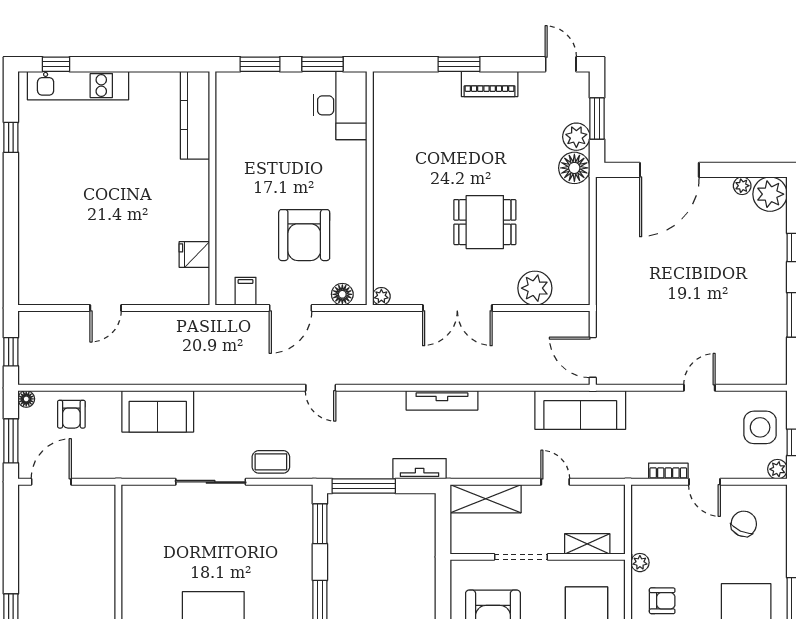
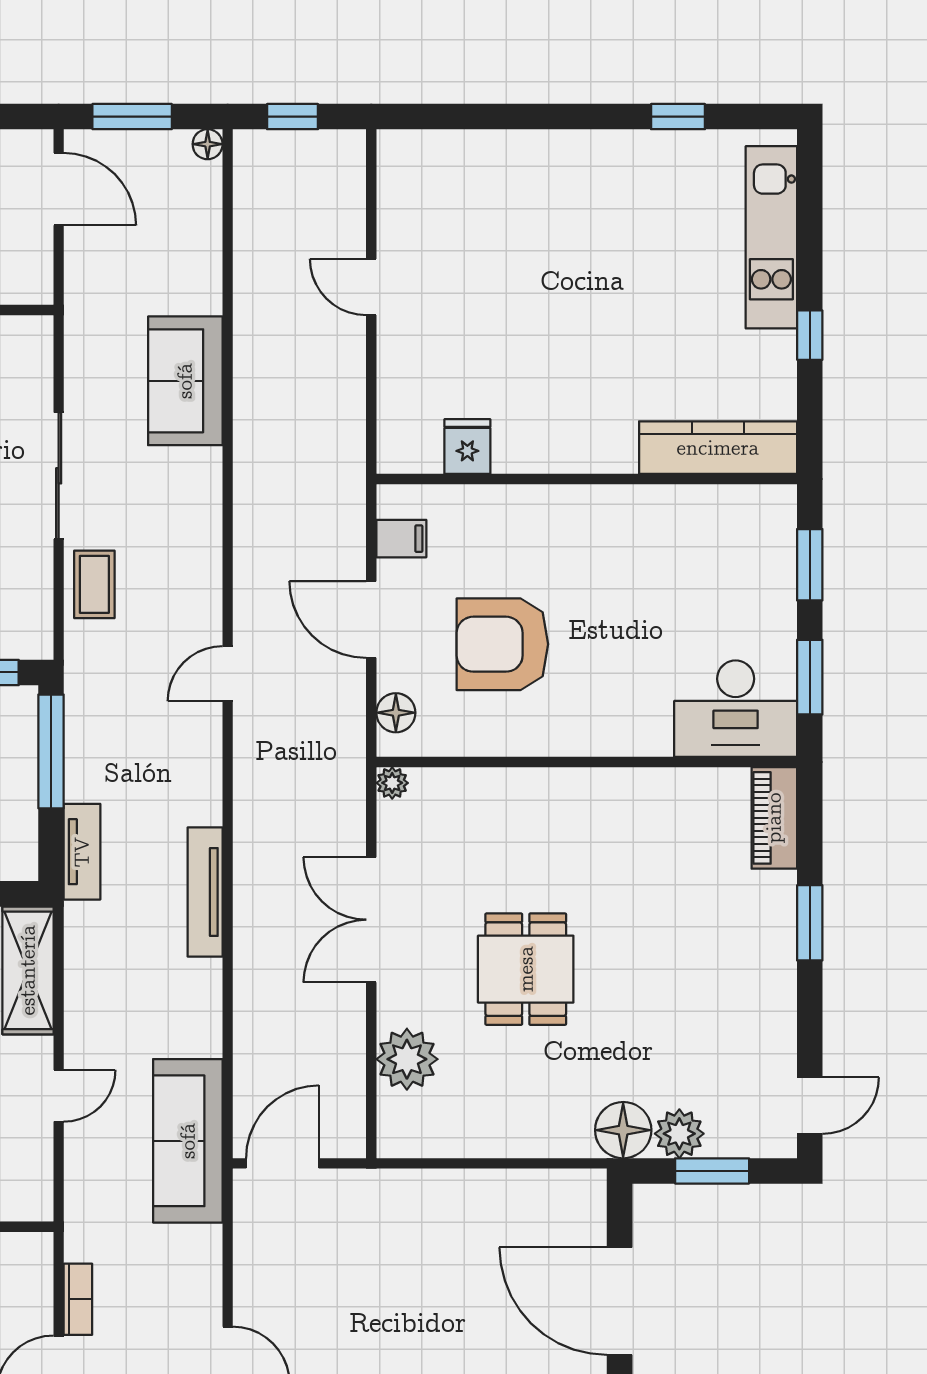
window: (56, 64) -> (810, 335), moved
piano: (490, 84) -> (774, 818), moved
armchair: (71, 414) -> (180, 225), removed

